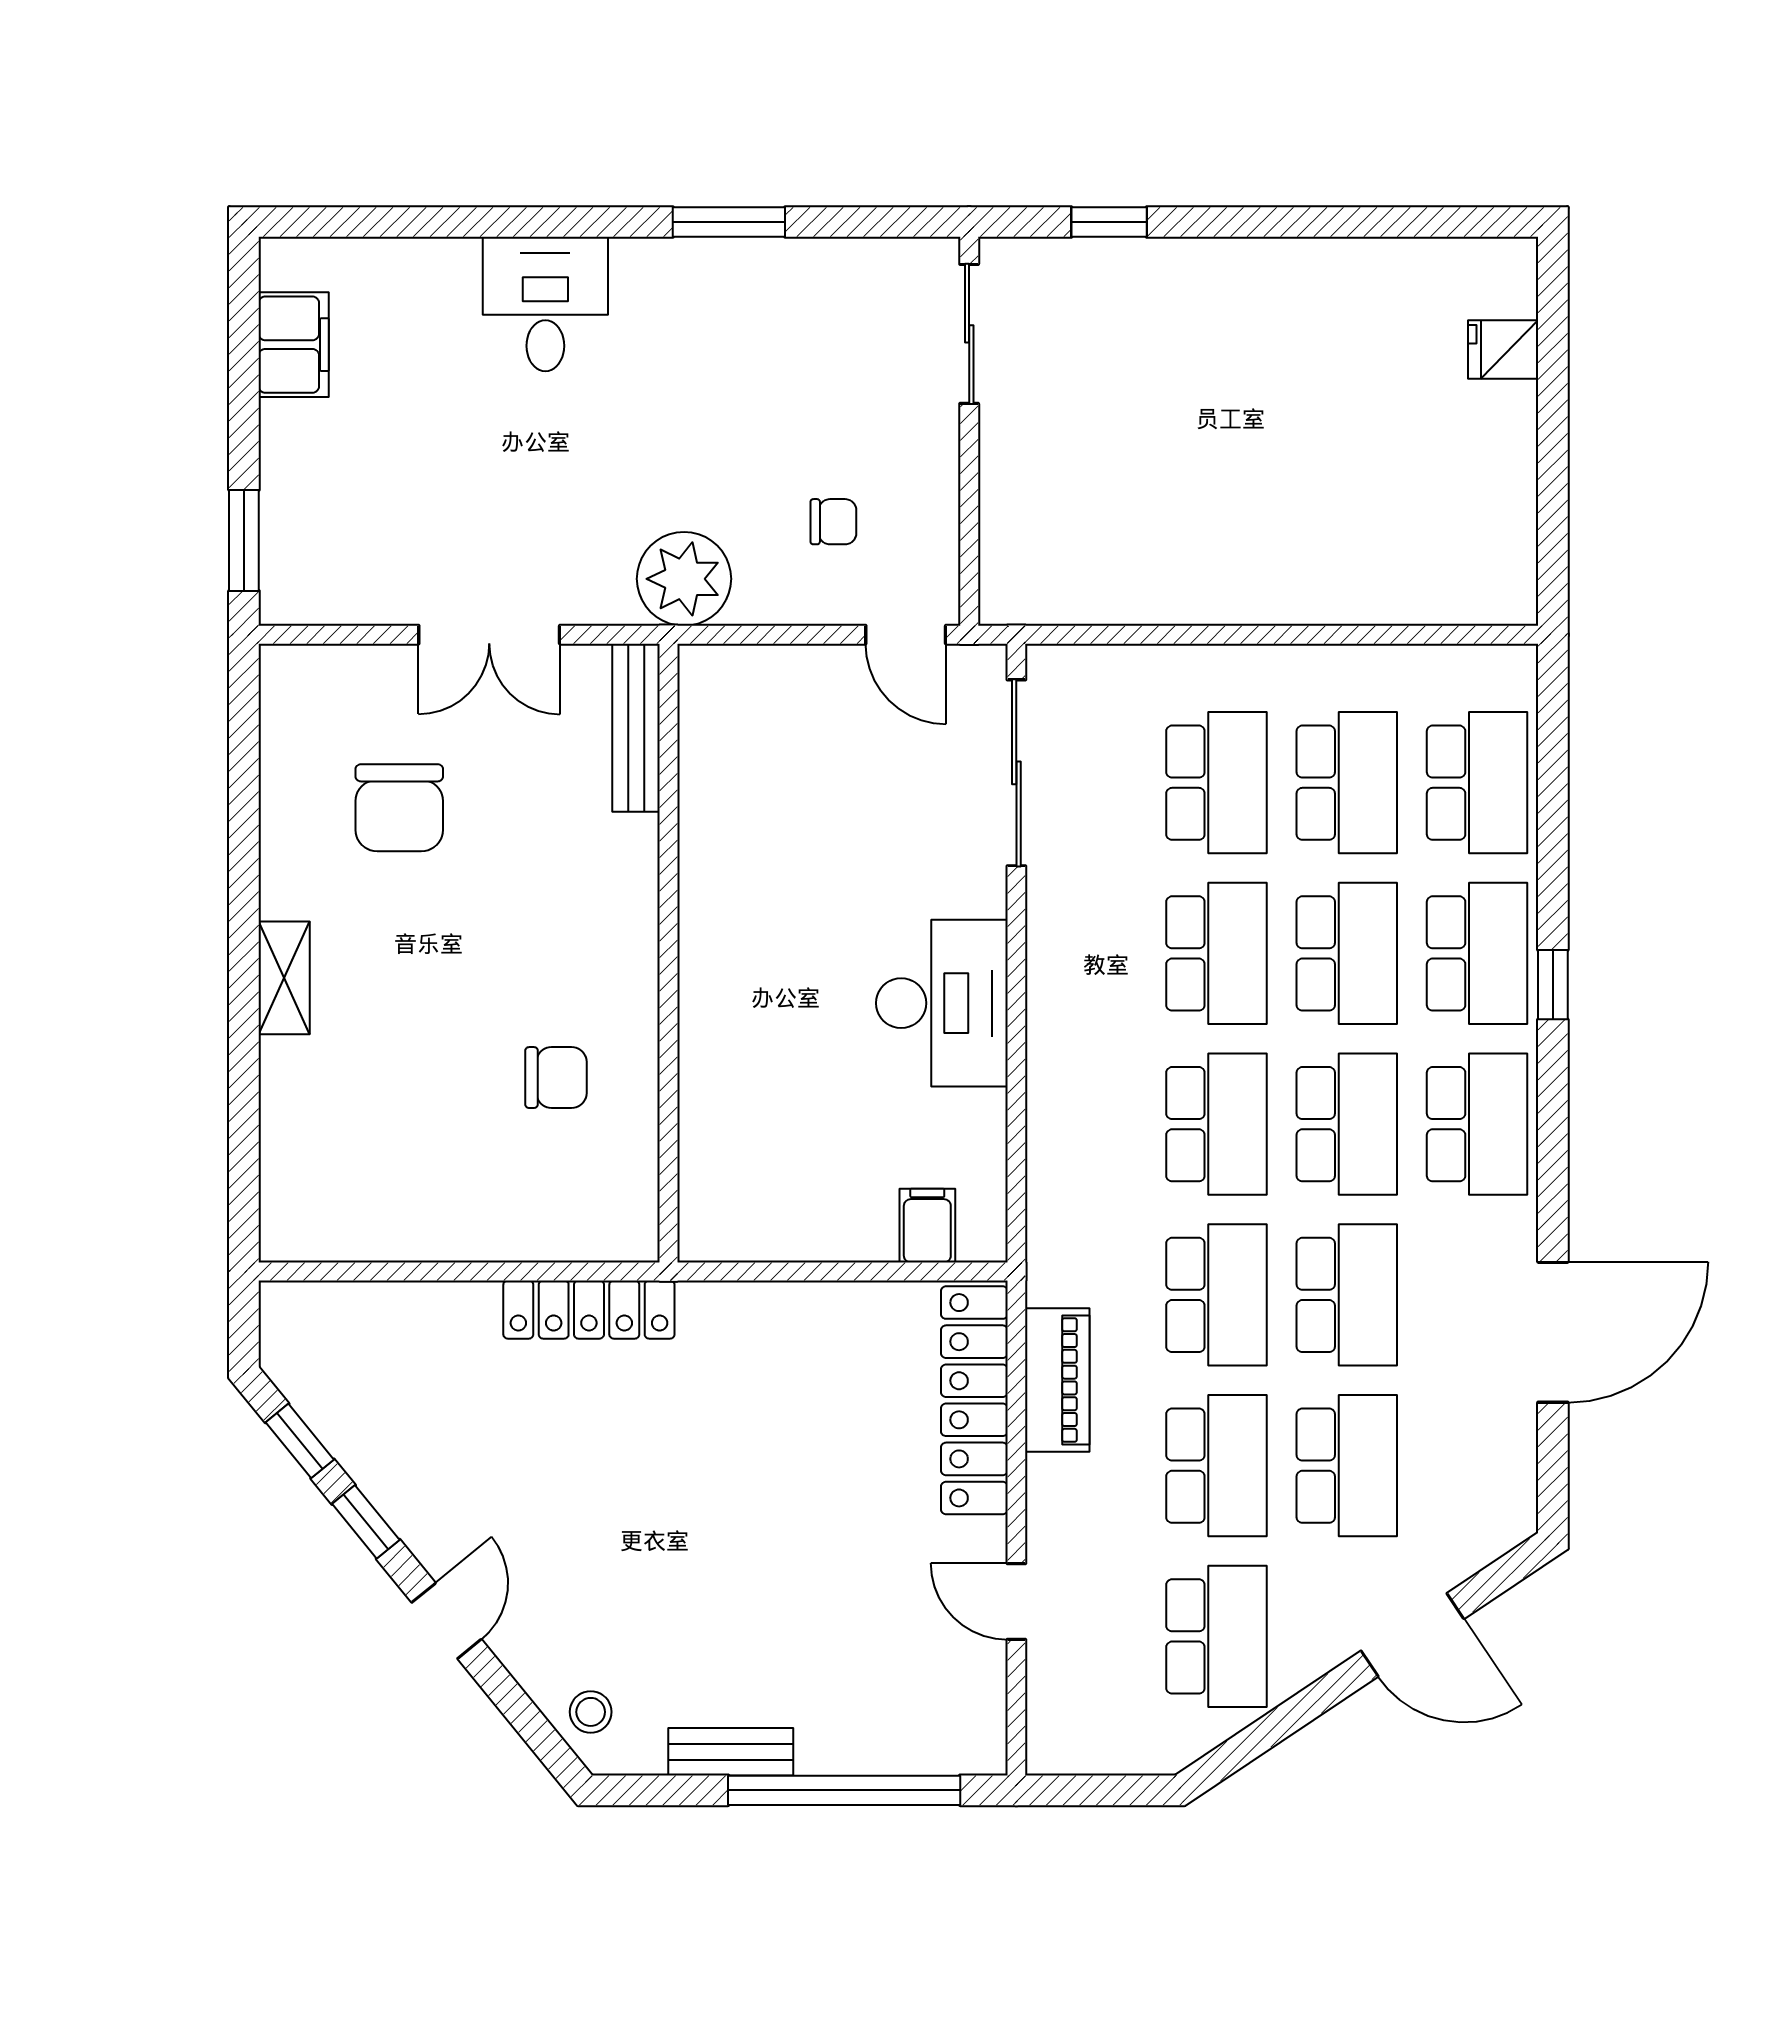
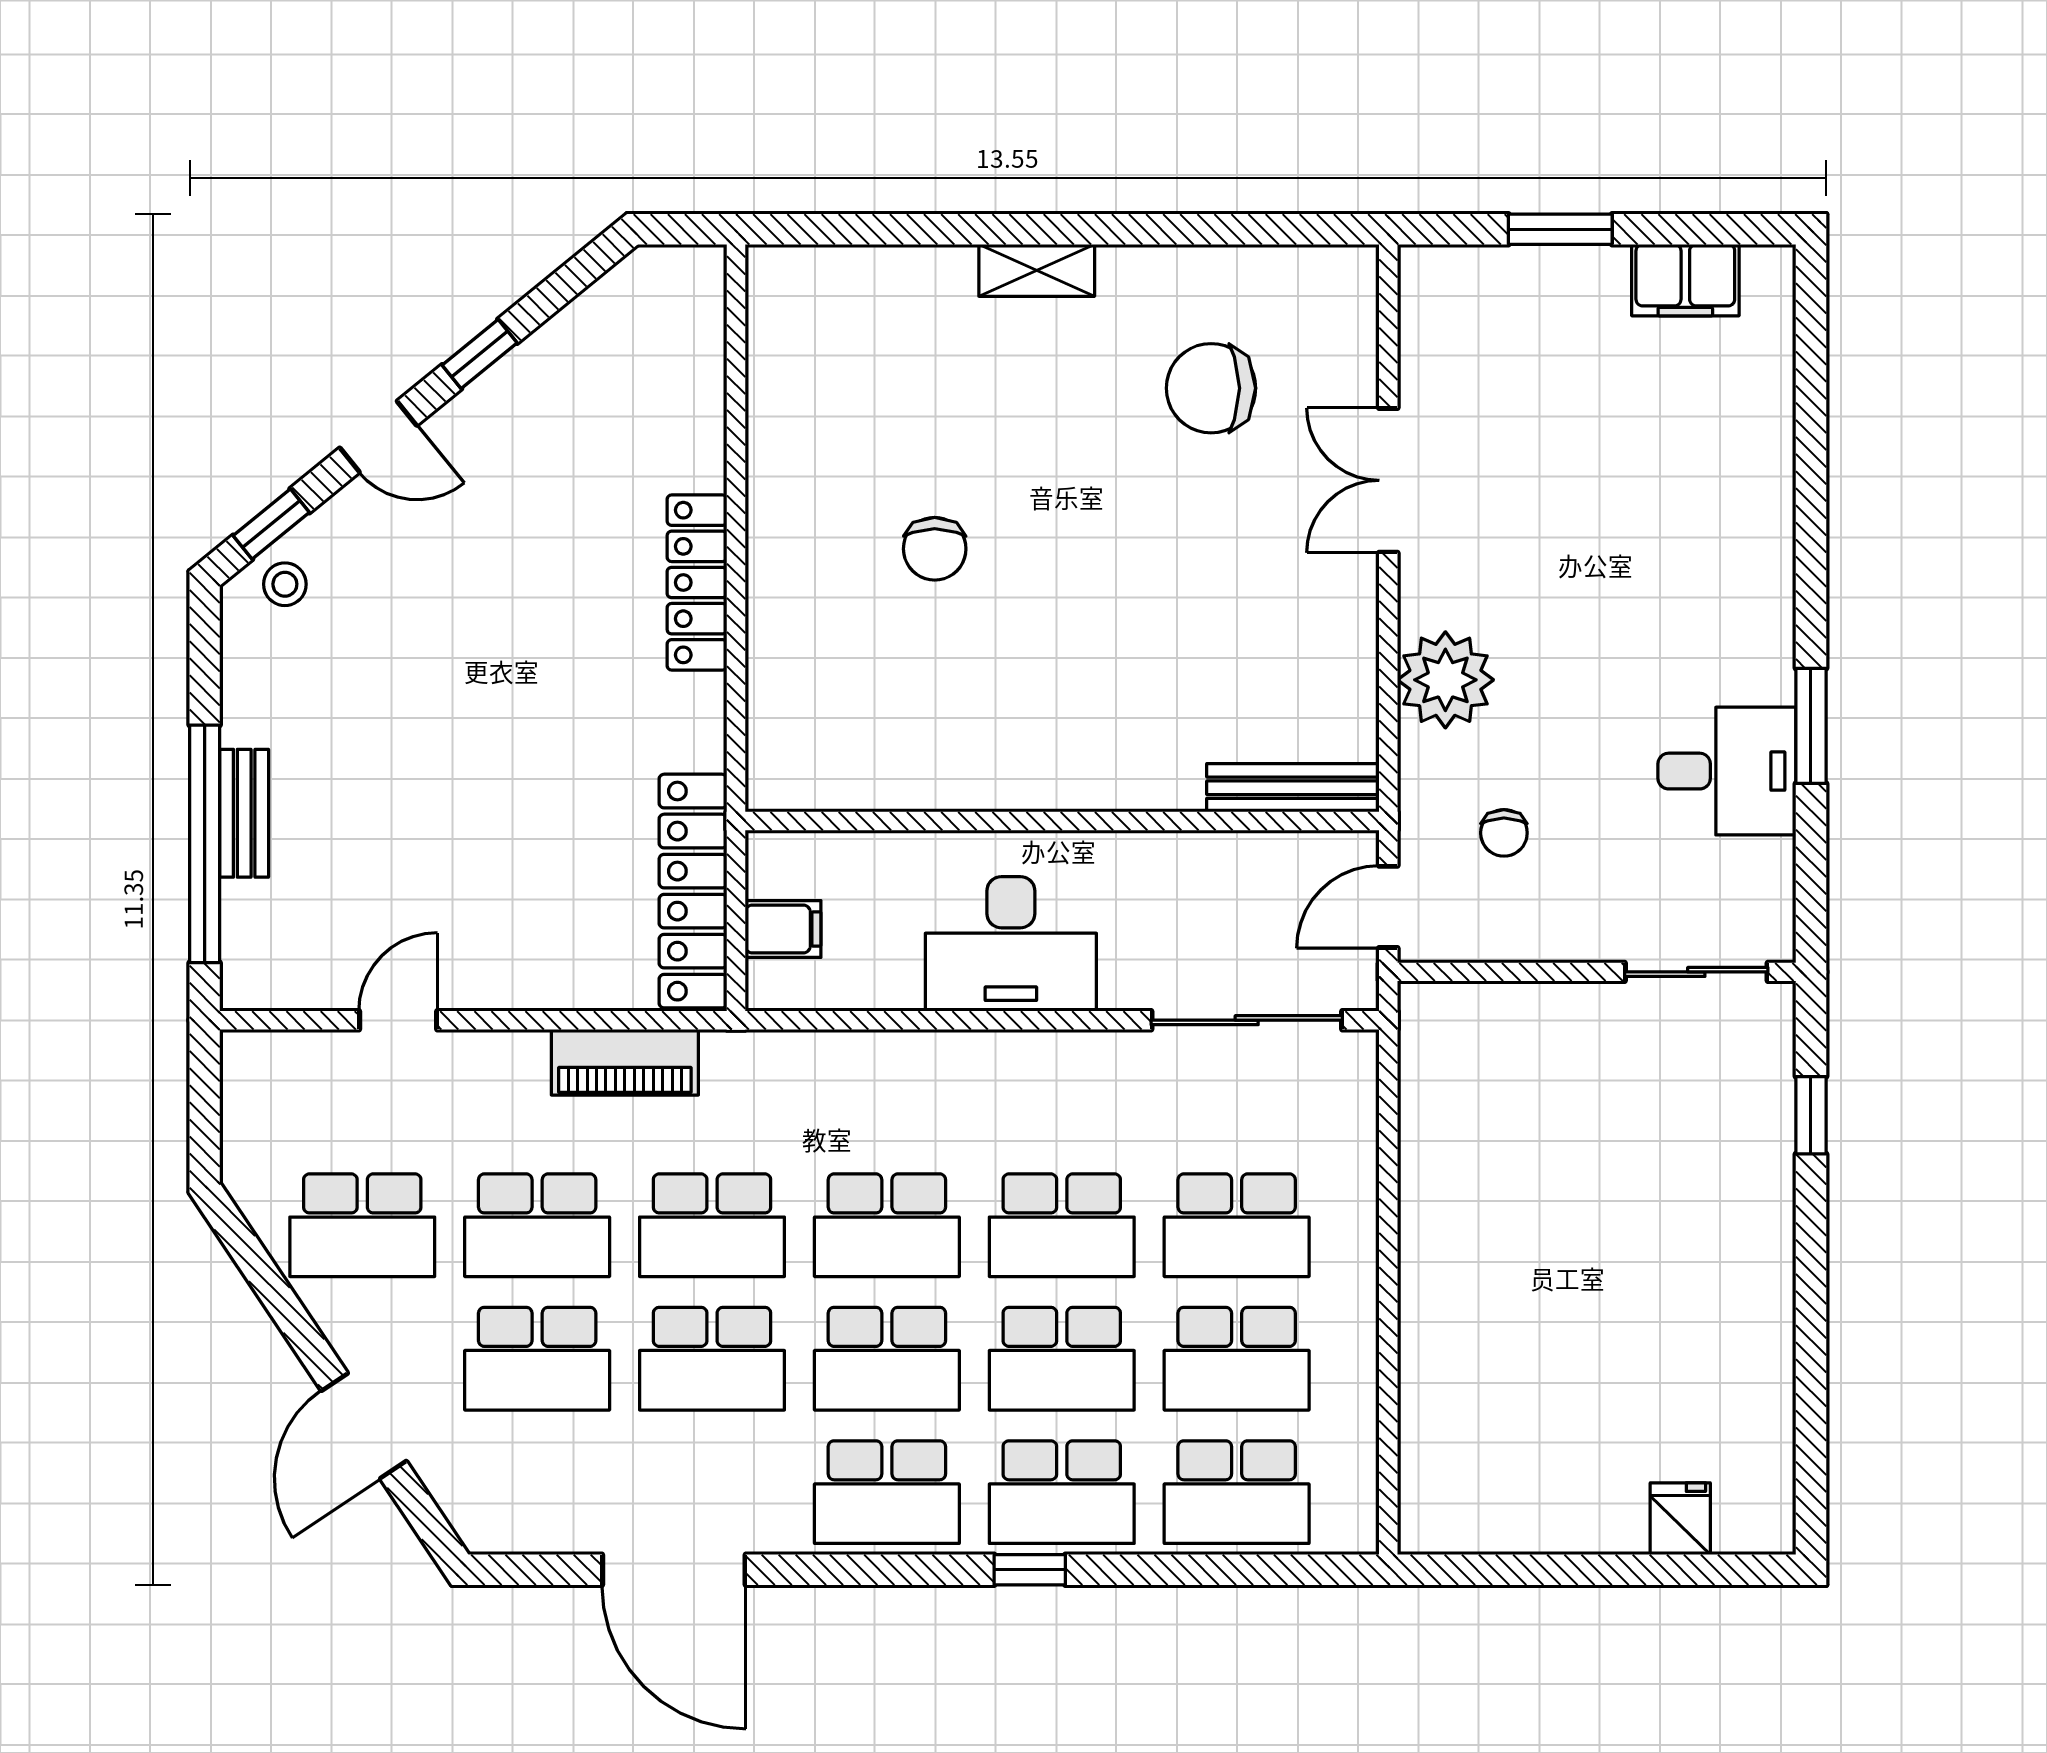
desk: (545, 304) -> (1727, 771), moved
window: (244, 540) -> (1560, 229), moved
bench: (636, 728) -> (1293, 788), moved
wall: (668, 953) -> (1062, 821), moved
locker: (974, 1400) -> (693, 891), moved, turned -90
window: (300, 1441) -> (271, 524), moved
bench: (731, 1752) -> (244, 813), moved

